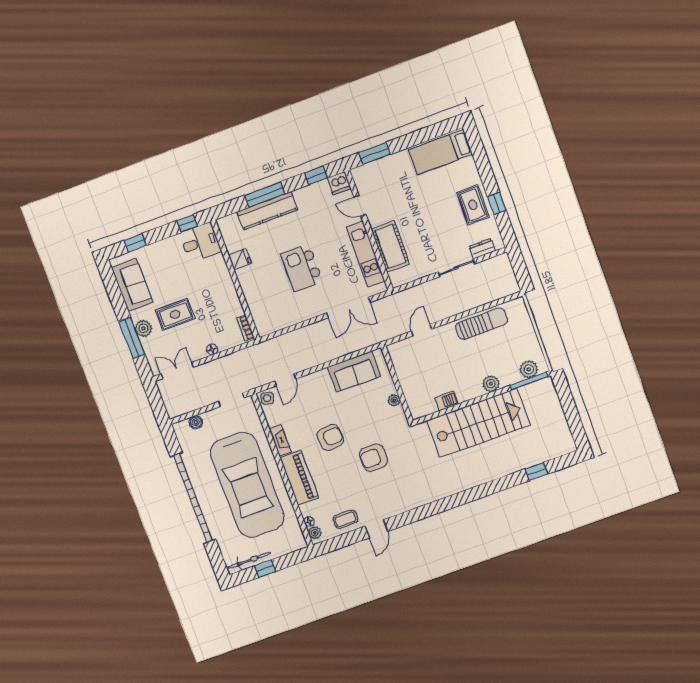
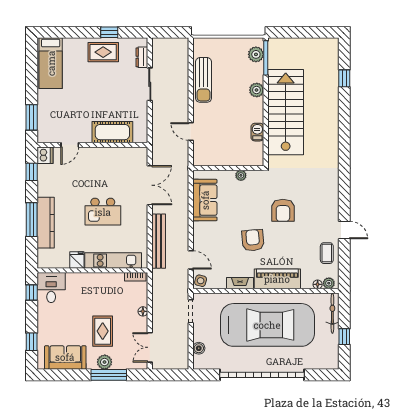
kitchen unit: (365, 254) -> (113, 260), moved, turned 180
sun lounger: (482, 324) -> (204, 80), turned 180
bench: (292, 339) -> (159, 241), added
bicycle: (249, 560) -> (332, 313), moved

